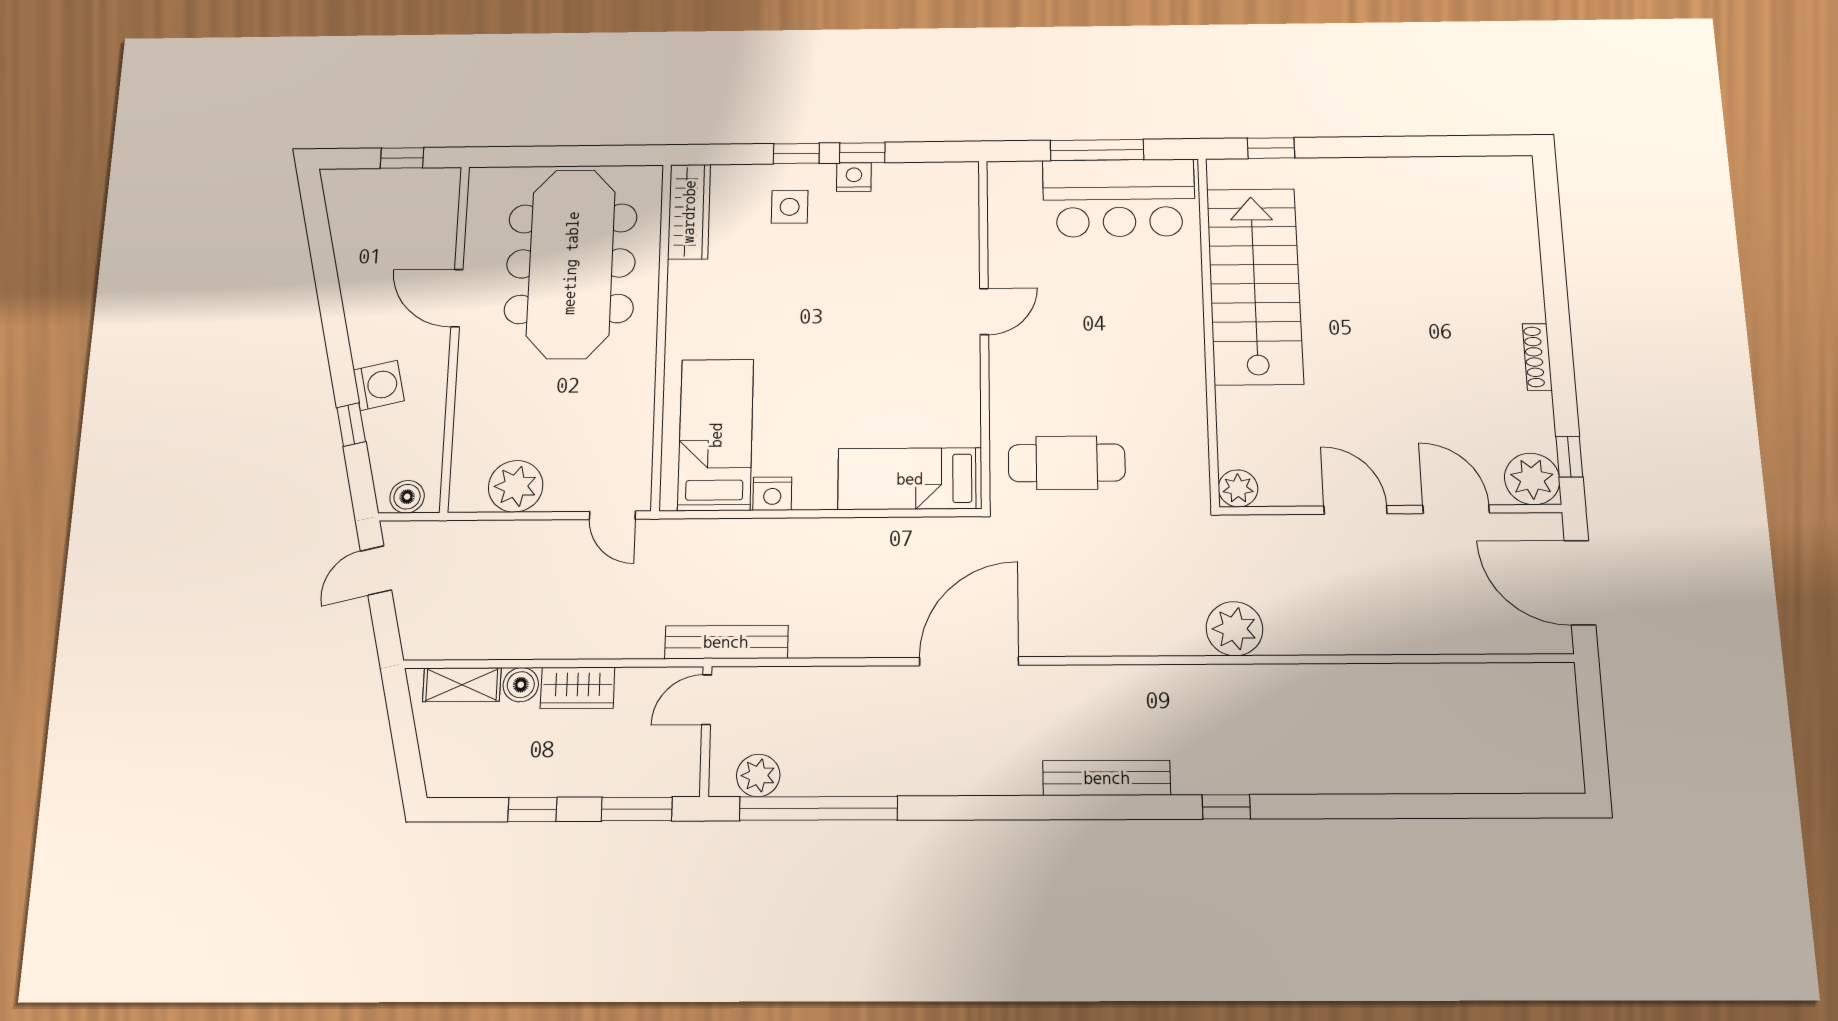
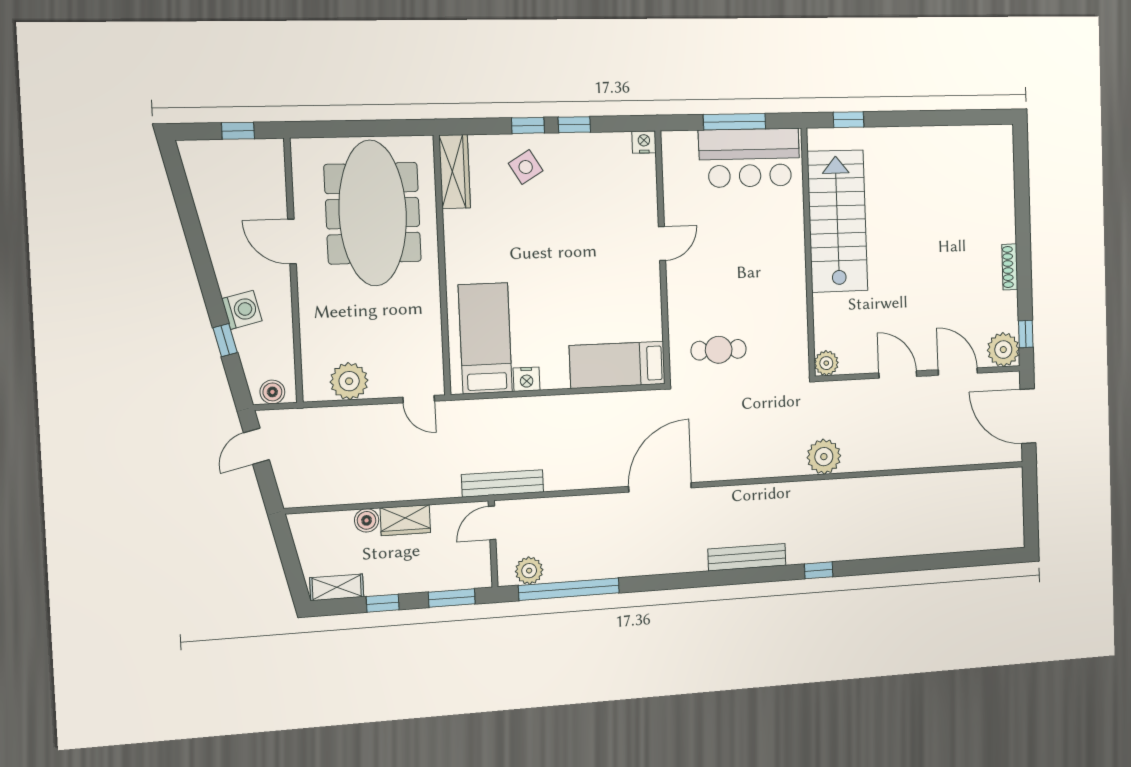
nightstand: (854, 177) -> (644, 142), moved
side table: (790, 207) -> (526, 167), turned -31
cafe table: (1067, 463) -> (719, 350), width x0.73, depth x0.74
shelving: (462, 685) -> (337, 587), moved

